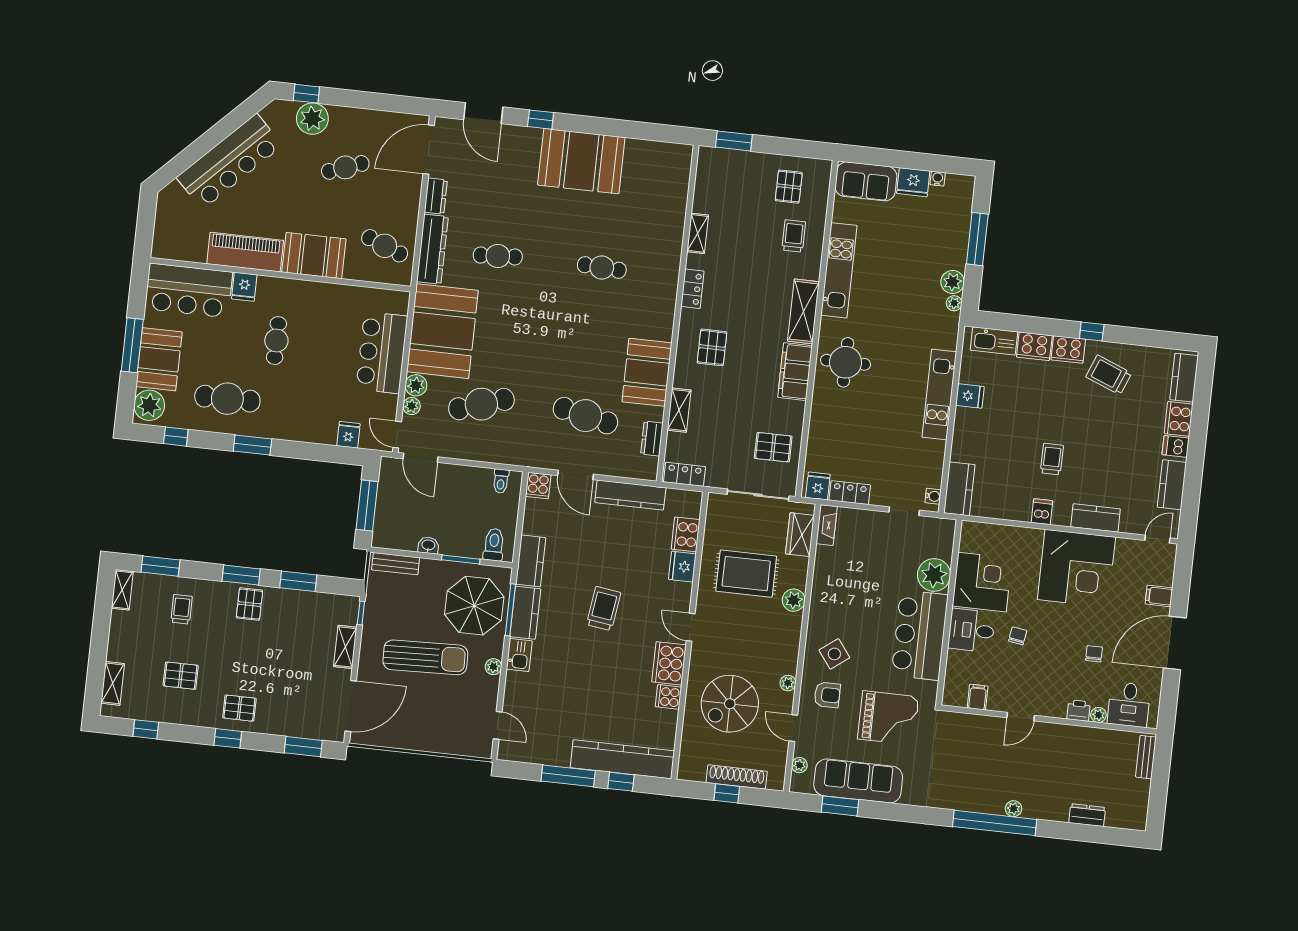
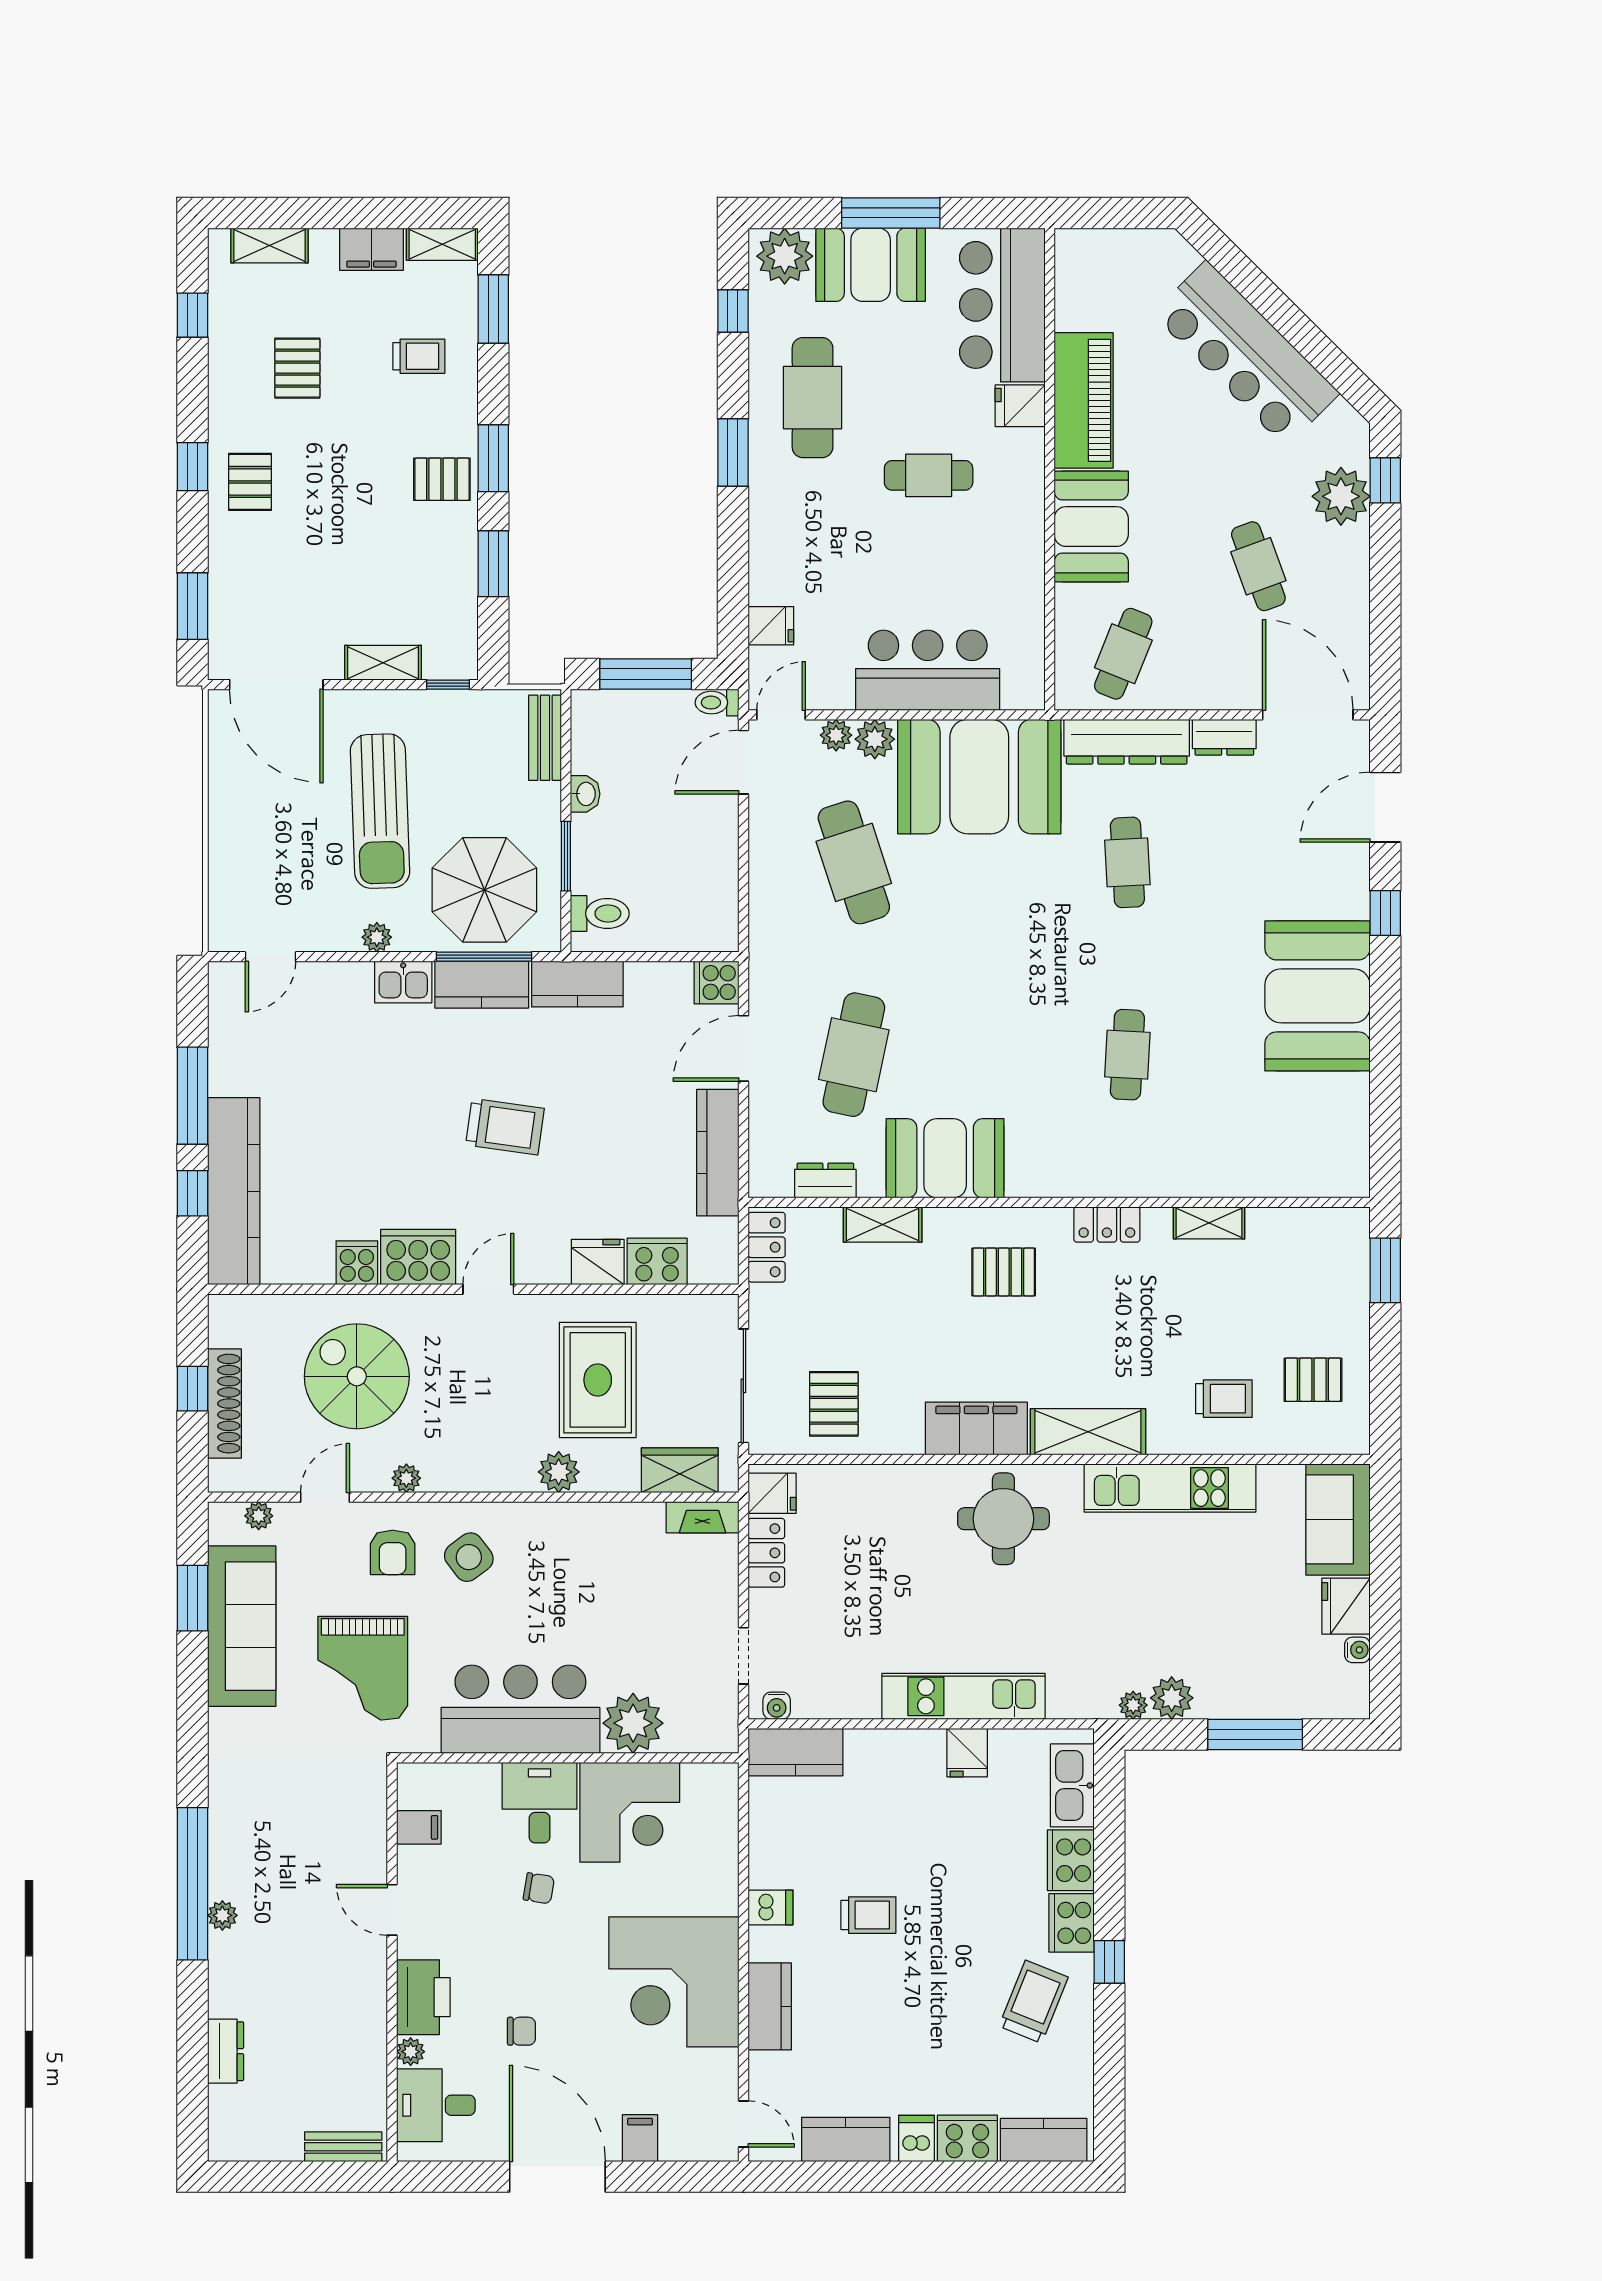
toilet: (501, 481) -> (717, 703), moved
filing cabinet: (121, 628) -> (371, 249), added
printer: (1079, 711) -> (423, 1997), width x1.87, depth x1.48

